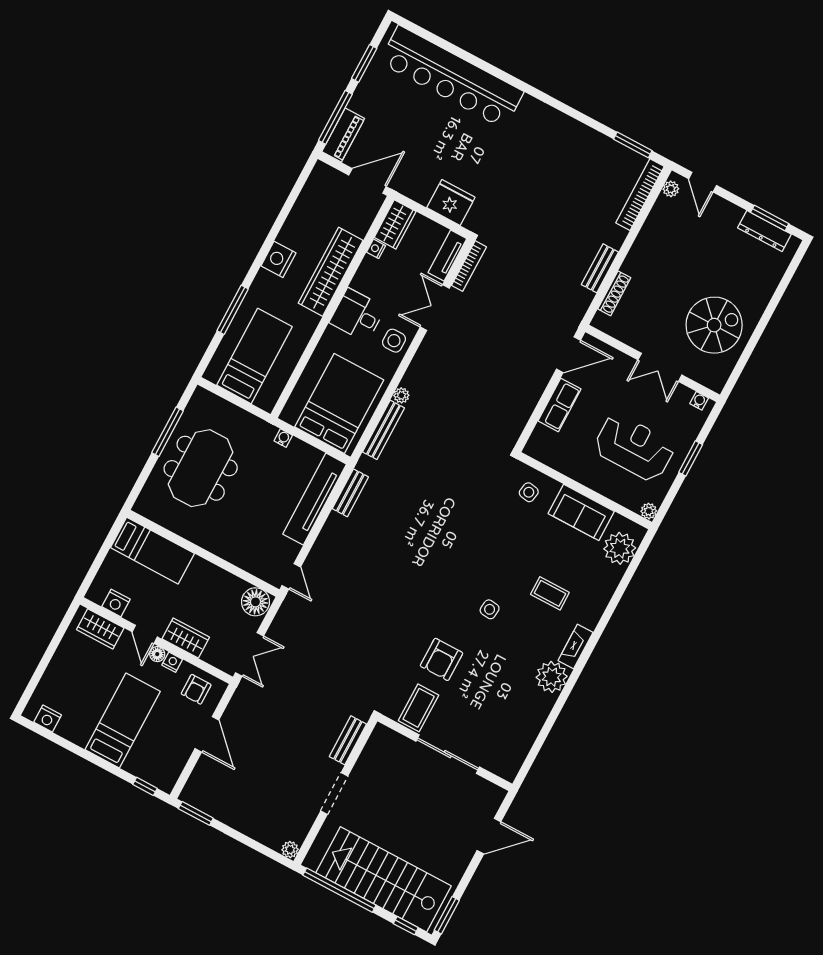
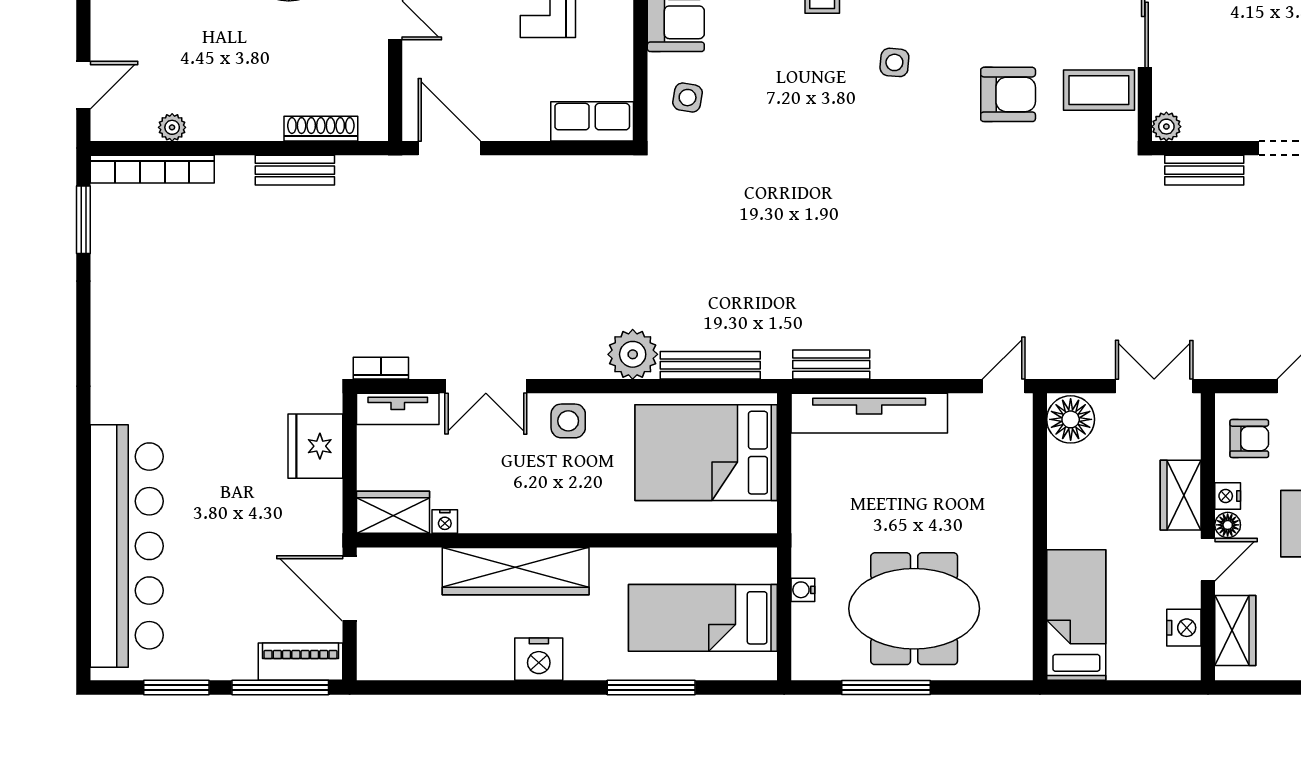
plant: (671, 189) -> (172, 127), moved
bookcase: (469, 266) -> (381, 368), width x0.64
desk: (357, 315) -> (559, 496), removed
plant: (401, 395) -> (633, 354), width x1.88, depth x1.88
row of seats: (560, 405) -> (592, 121), moved
water cooler: (283, 438) -> (803, 590), moved
plant: (381, 733) -> (1166, 127), added

